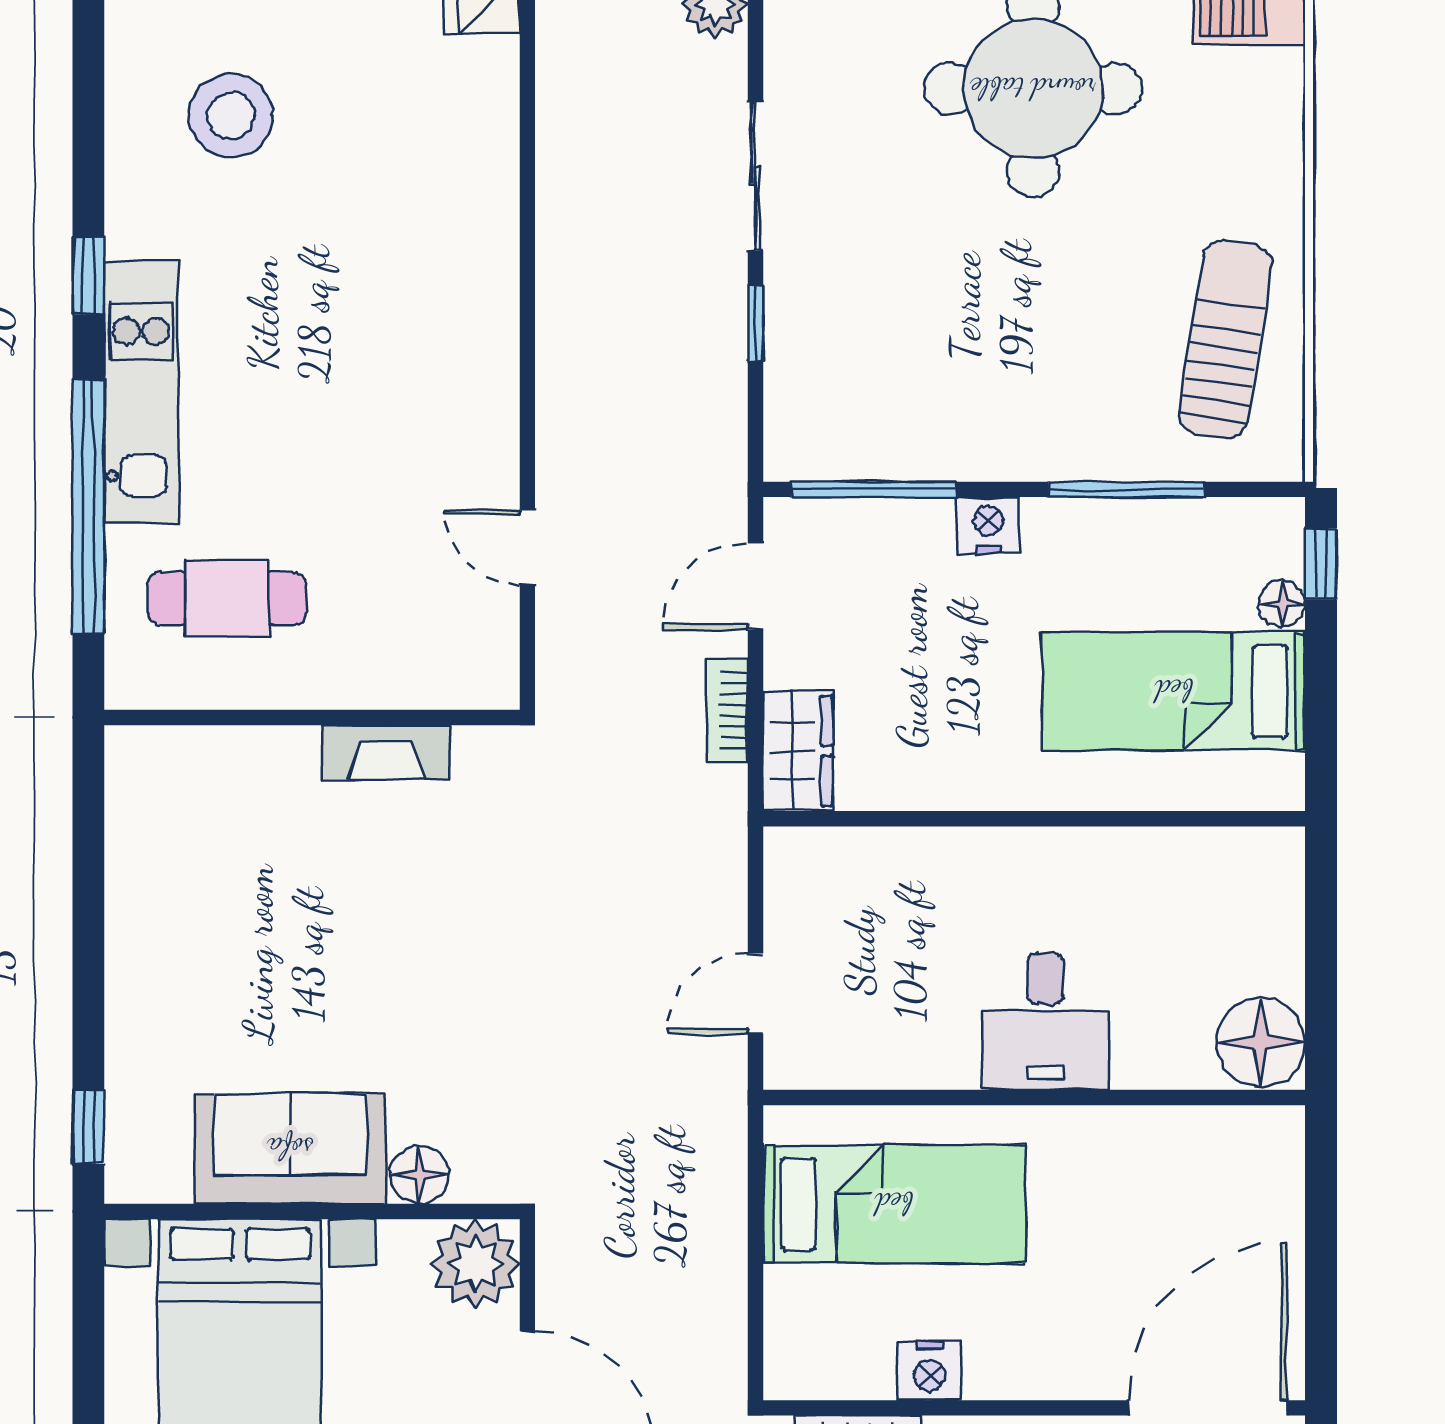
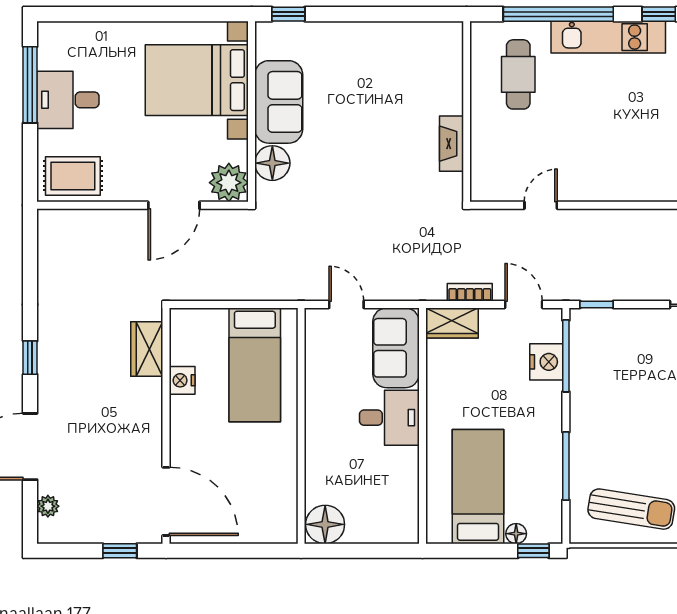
window: (755, 323) -> (597, 304), moved
nightstand: (989, 525) -> (546, 362), moved, width x1.36, depth x1.33
sofa: (855, 880) -> (396, 348), added
desk: (1045, 1021) -> (389, 418), moved, turned 180
floor lamp: (420, 1175) -> (272, 163), width x1.38, depth x1.38

